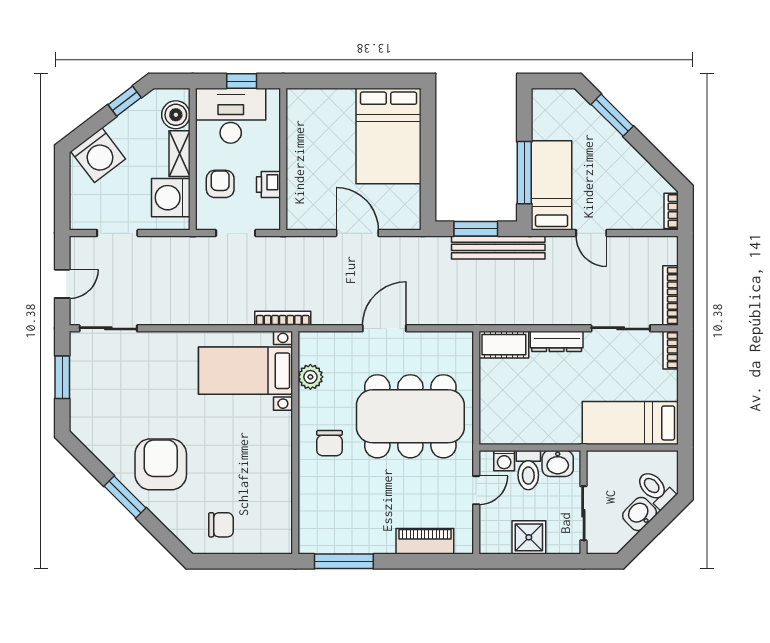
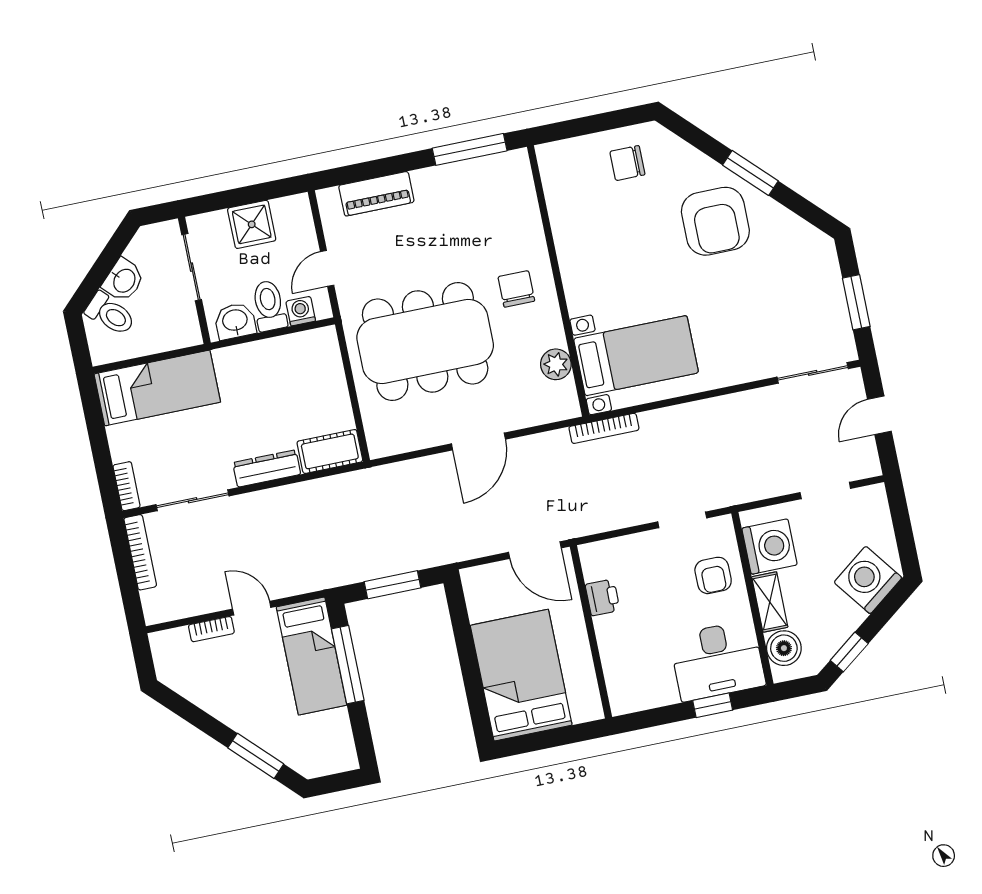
wall: (283, 159) -> (591, 632), moved
printer: (268, 185) -> (603, 597), moved
bookcase: (671, 211) -> (211, 629), moved, turned 90
bench: (498, 247) -> (361, 568), removed

